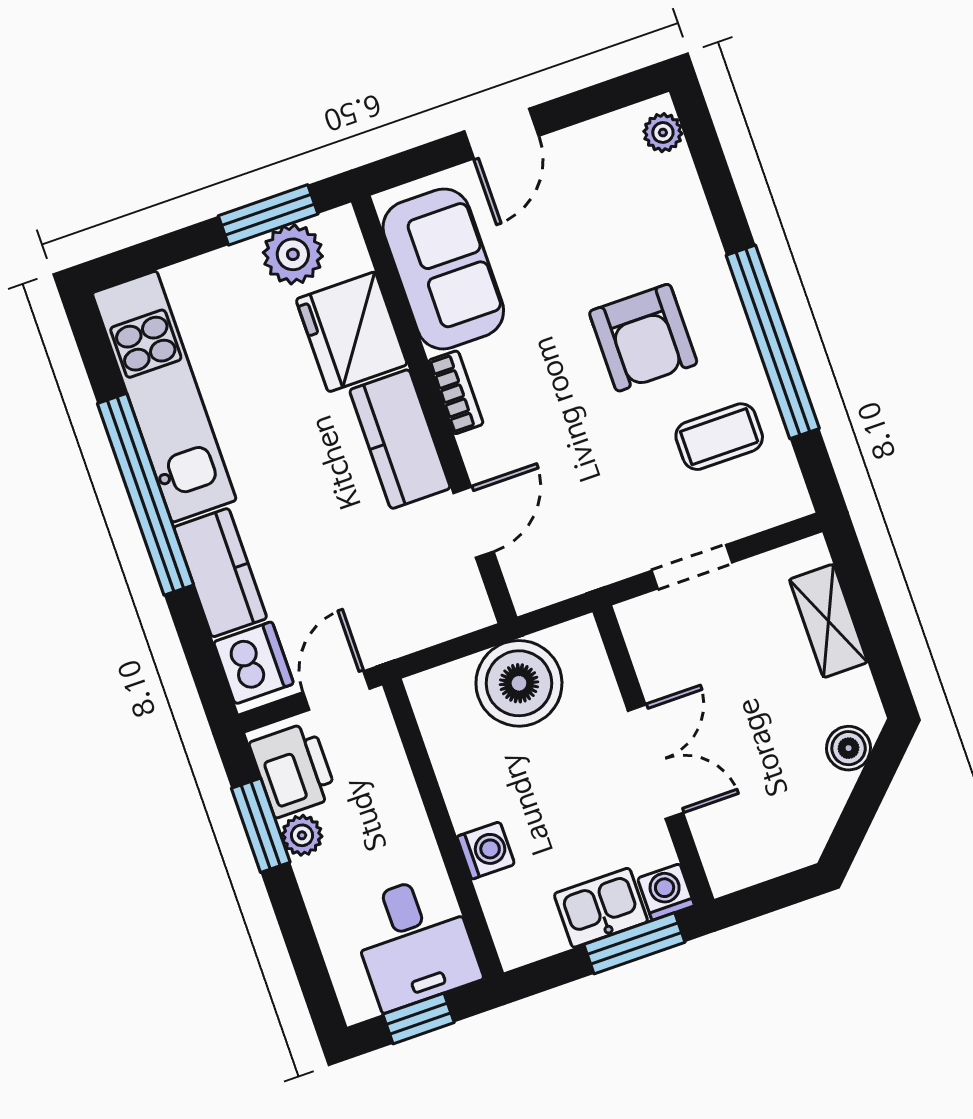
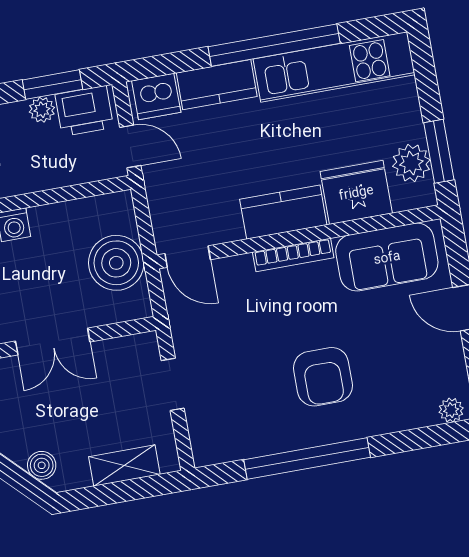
armchair: (643, 338) -> (323, 377), turned -90
bookcase: (456, 392) -> (293, 255), width x1.56
coffee table: (719, 437) -> (252, 415), removed
door: (473, 522) -> (188, 257), moved

